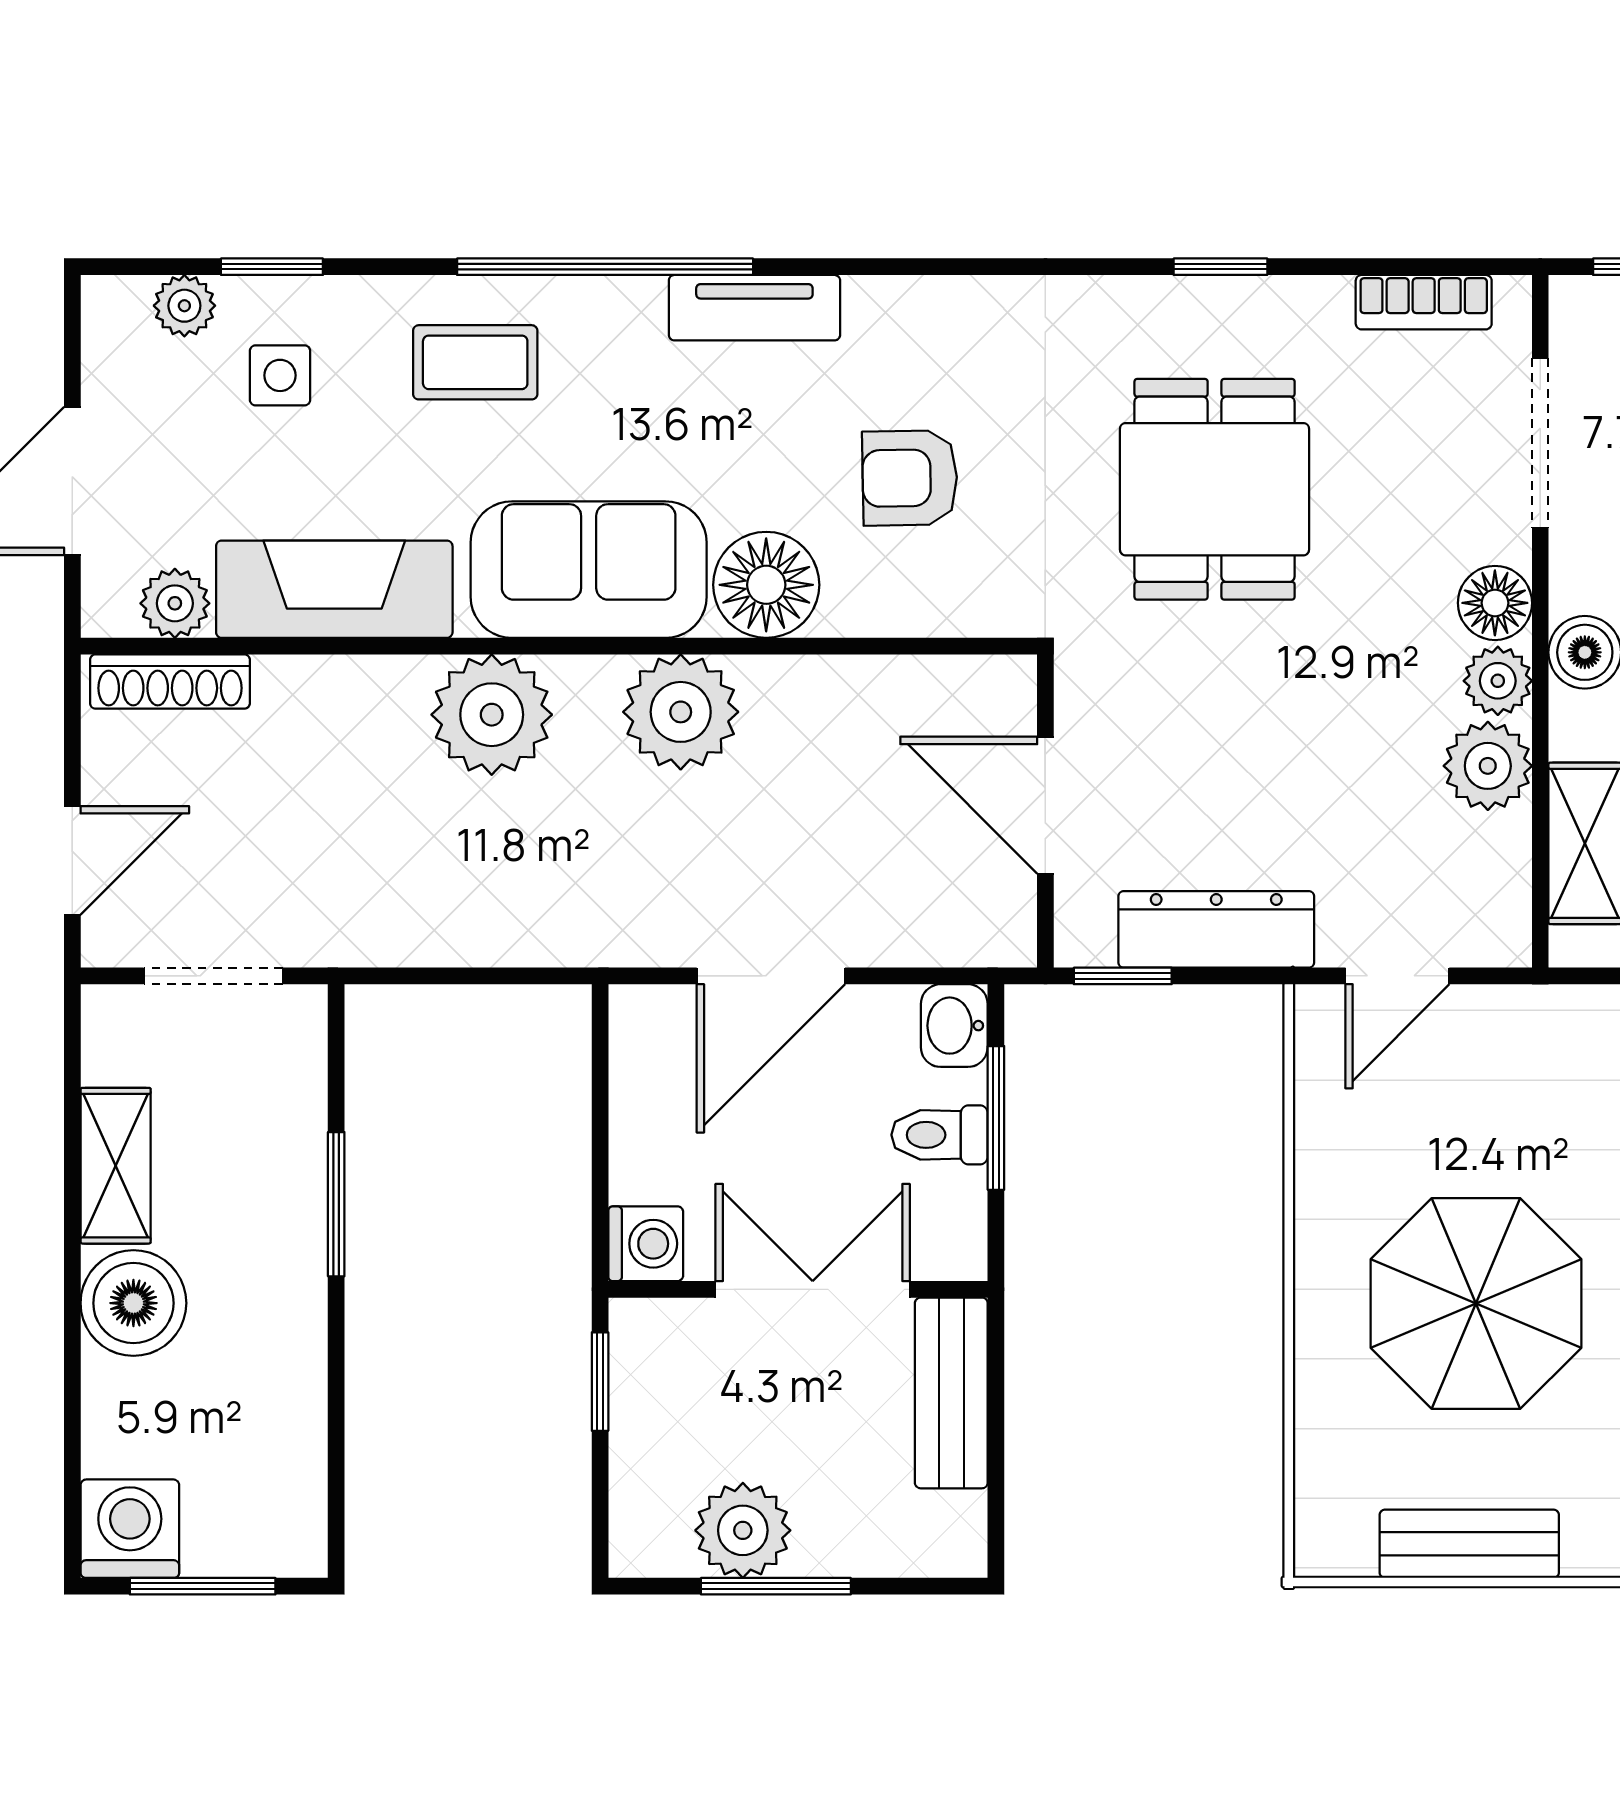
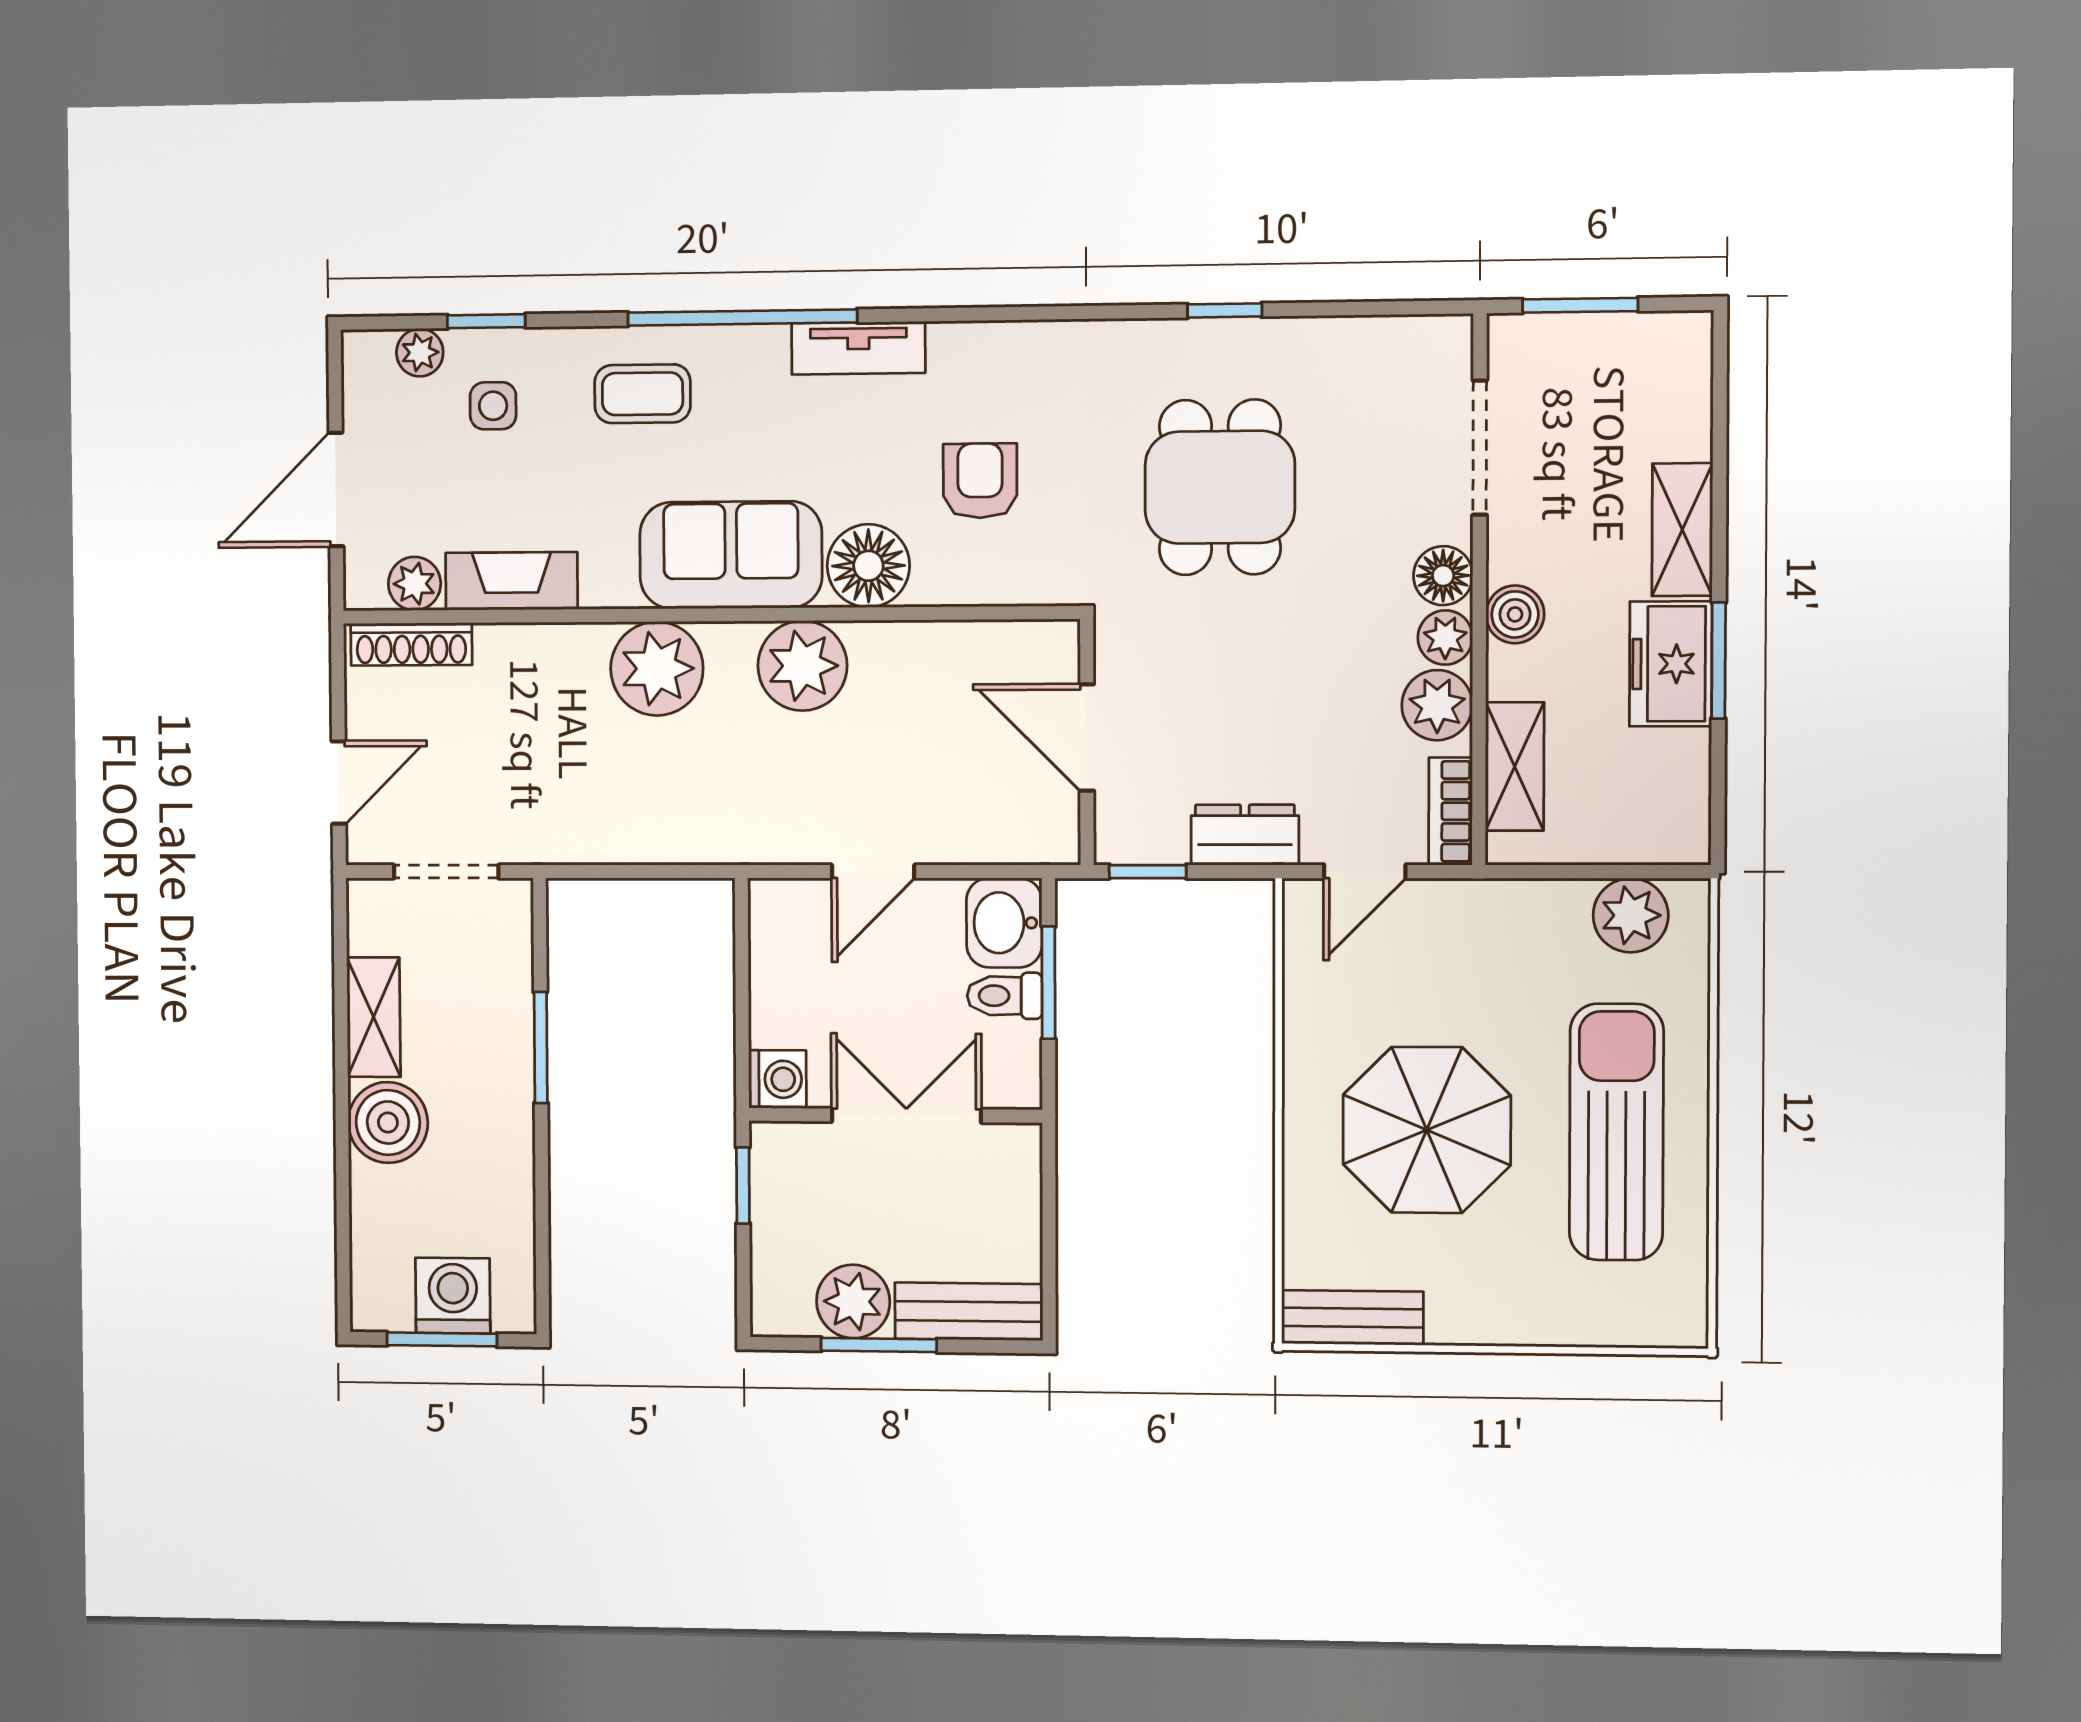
bookcase: (1424, 302) -> (1450, 811), moved, turned 90
armchair: (910, 478) -> (980, 481), turned 91
fireplace: (334, 589) -> (511, 581), width x0.73, depth x0.76
dresser: (1216, 929) -> (1245, 835), width x0.70
door: (771, 976) -> (873, 872), width x0.73
washbasin: (954, 1026) -> (1004, 923), width x1.38, depth x1.45
bench: (951, 1393) -> (969, 1311), moved, turned 90
washing machine: (130, 1529) -> (453, 1296), moved
bench: (1469, 1544) -> (1352, 1318), moved

